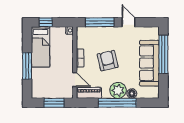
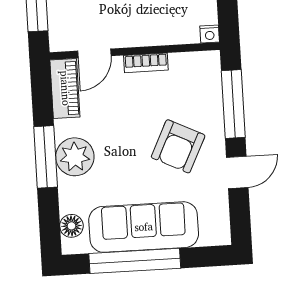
window: (163, 54) -> (135, 261), moved
armchair: (108, 61) -> (178, 146), moved, turned 129
floor lamp: (132, 94) -> (71, 226), moved
window: (117, 103) -> (46, 157), width x0.68

